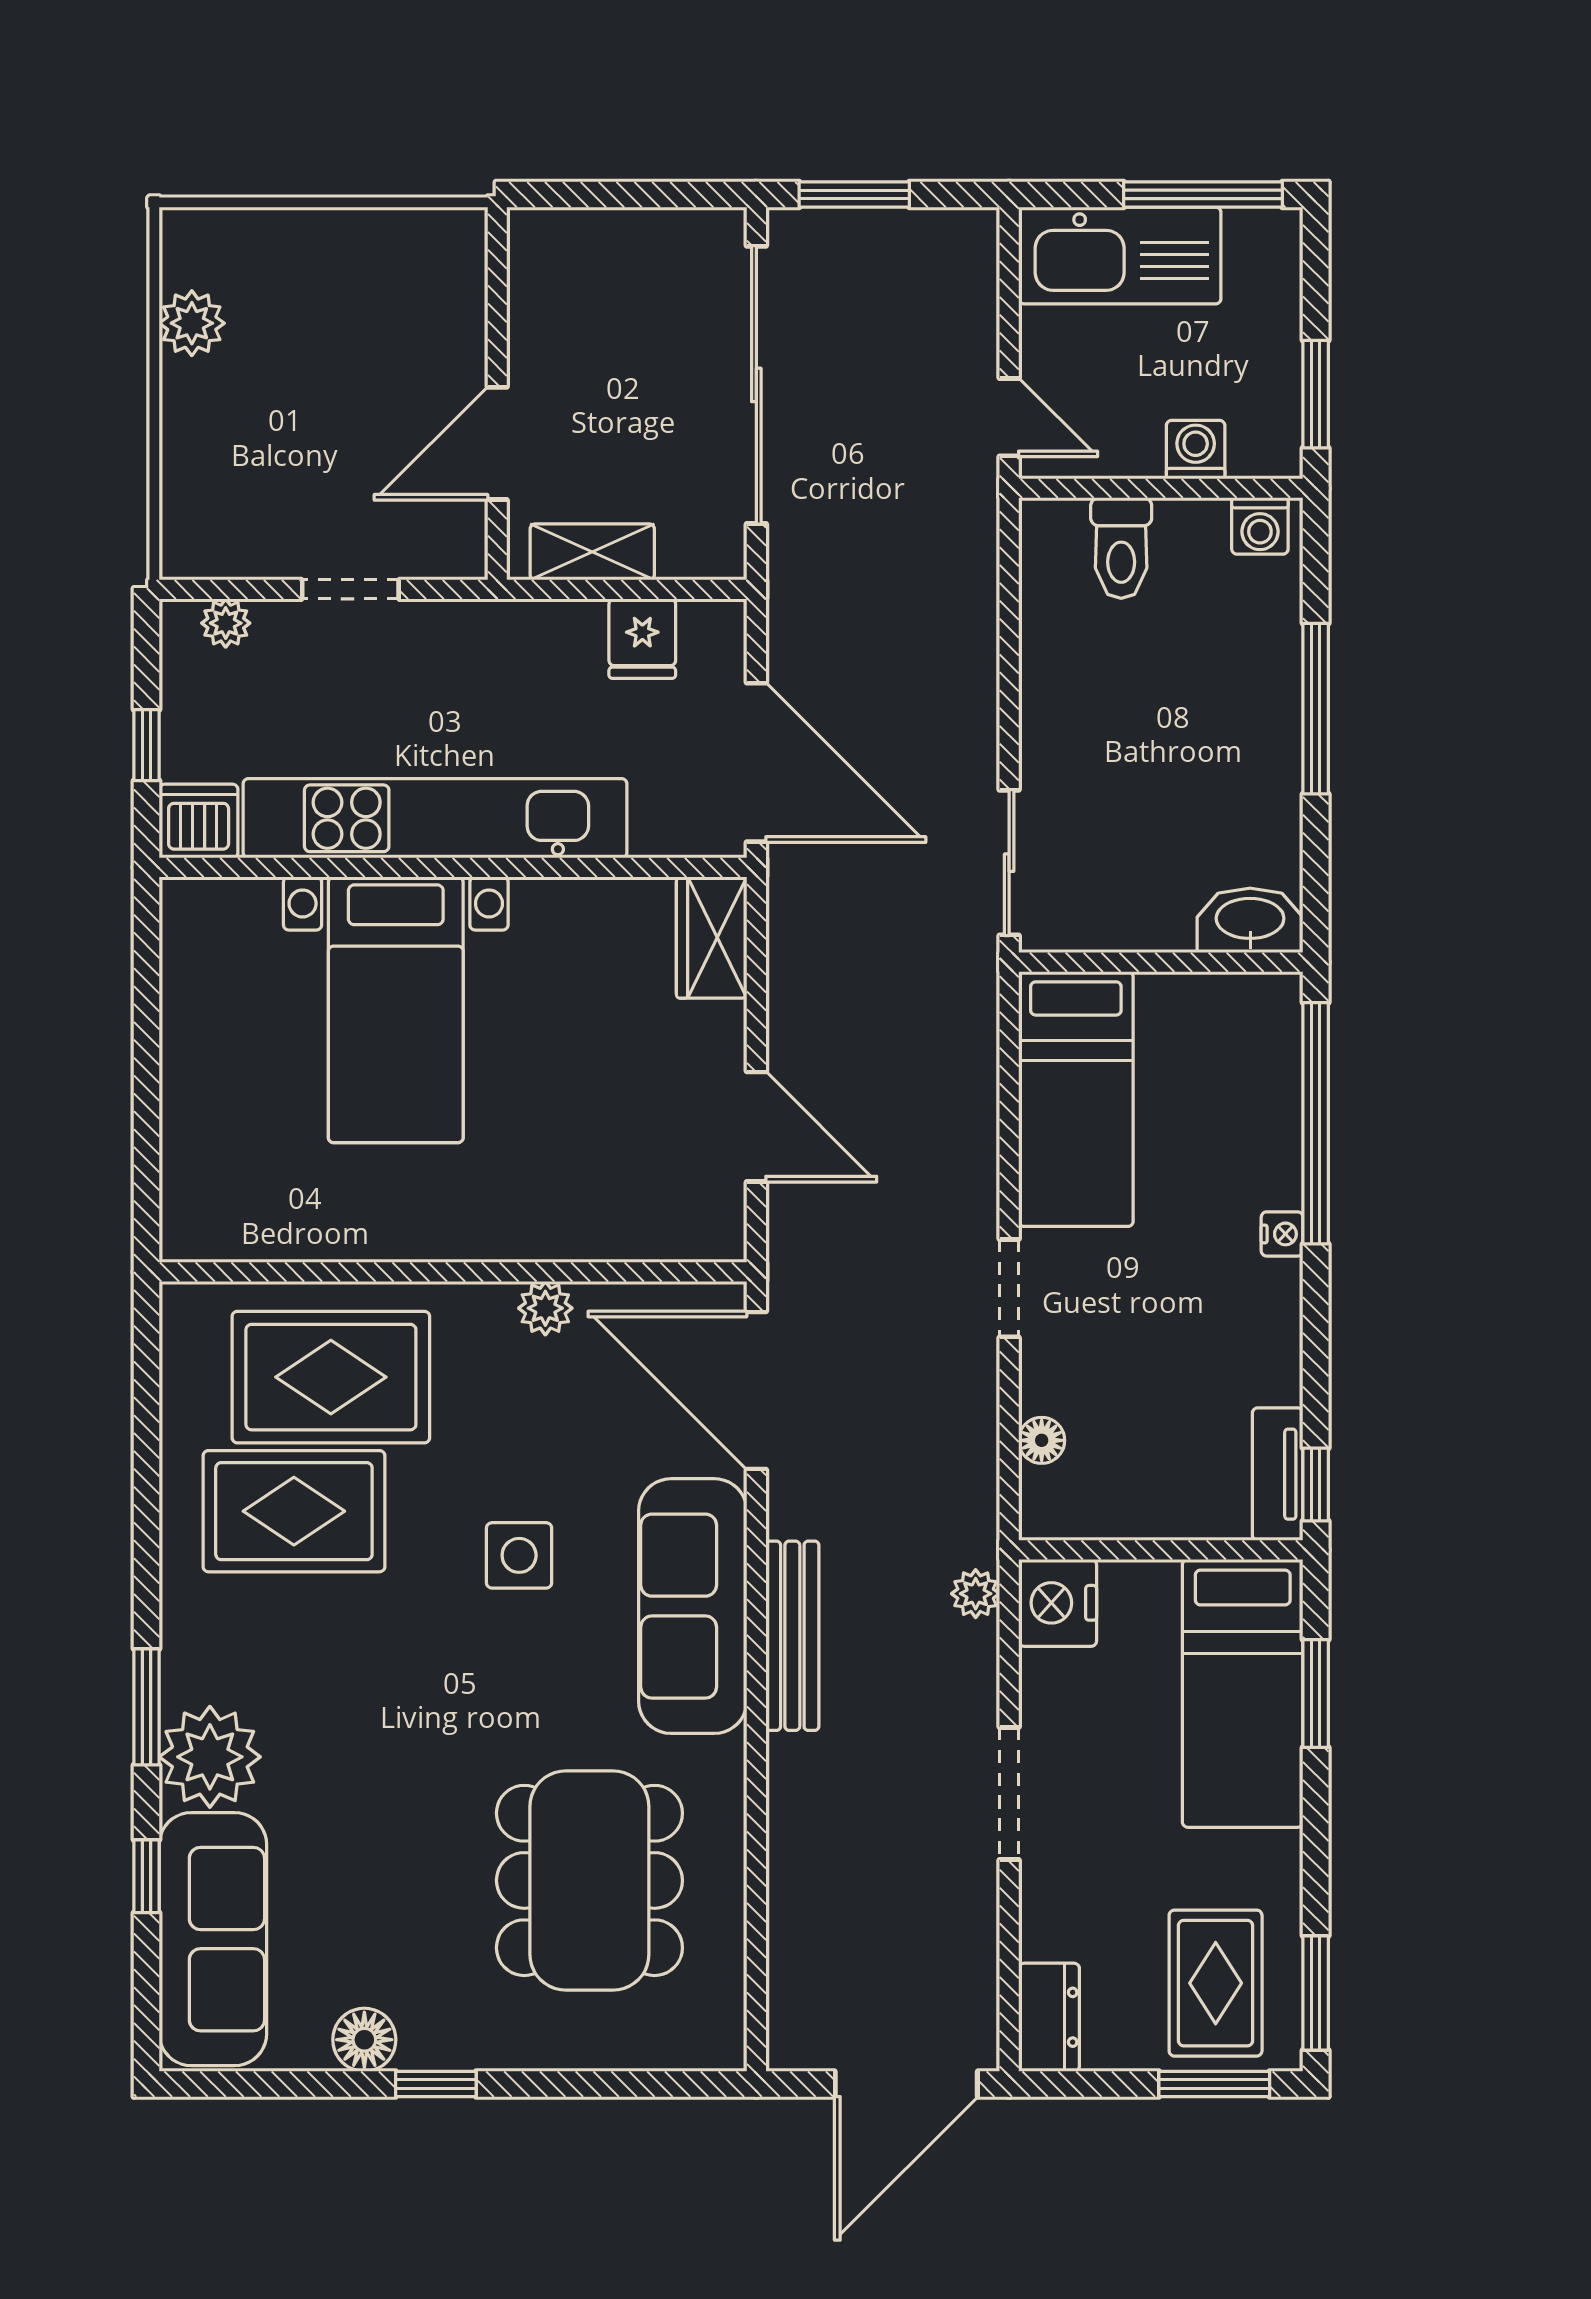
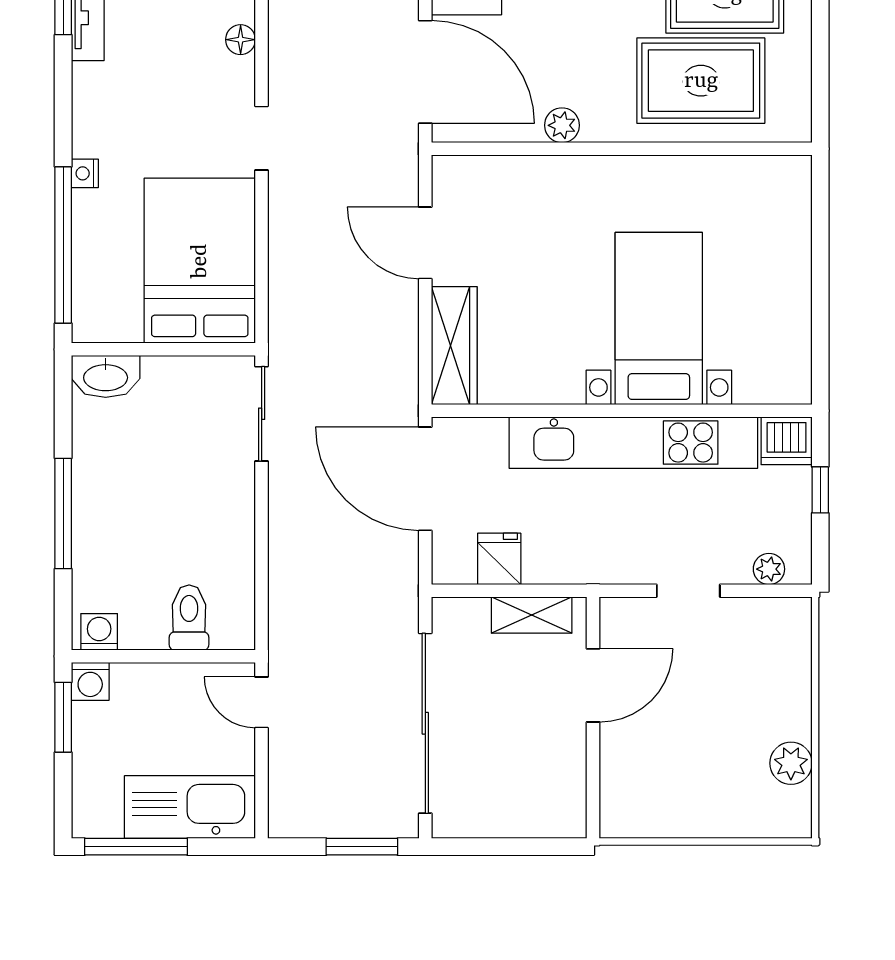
washing machine: (1196, 450) -> (90, 681), moved
wardrobe: (712, 938) -> (454, 346), width x1.50
bed: (1076, 1099) -> (200, 261), width x1.50

